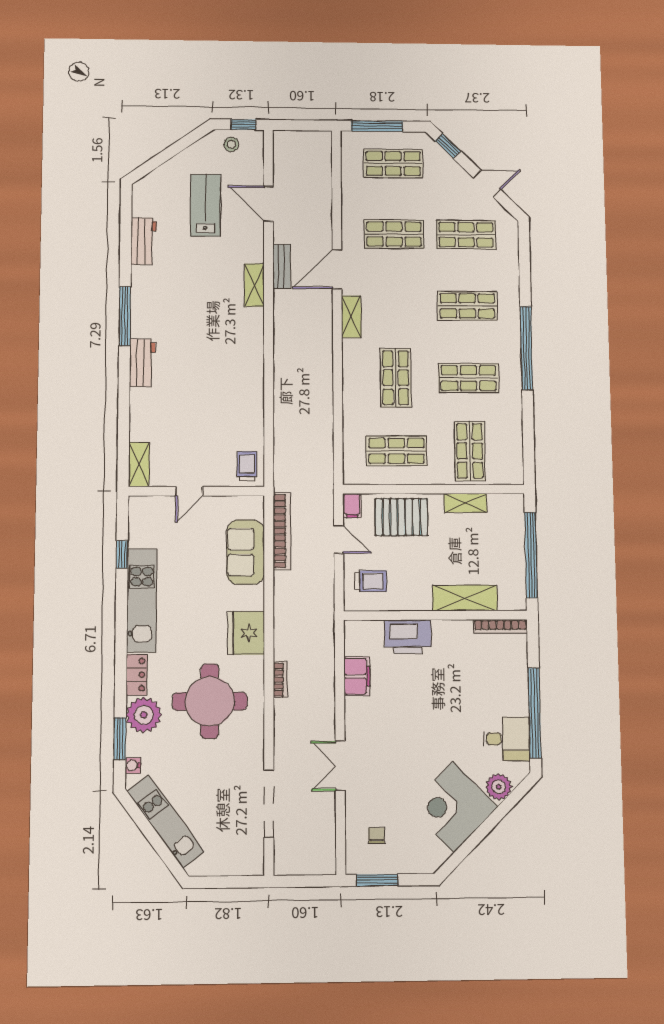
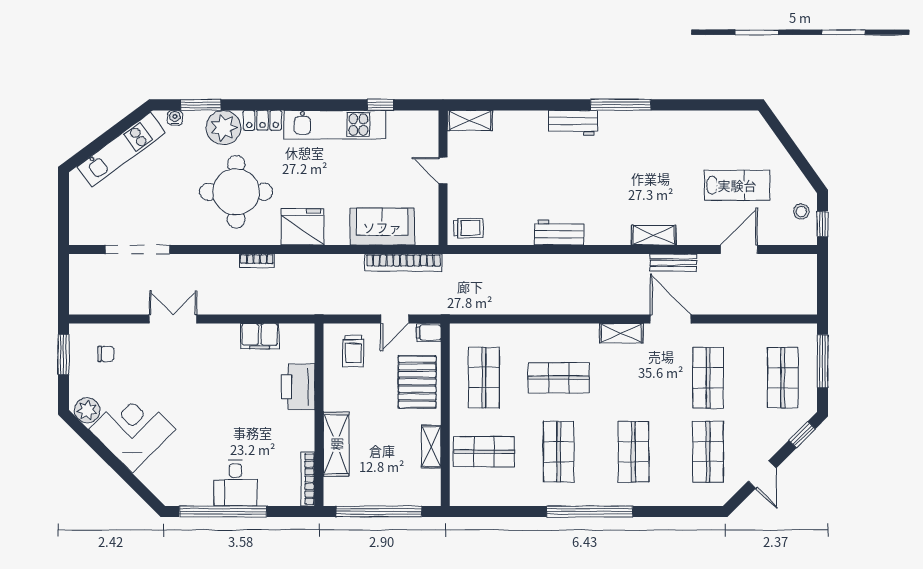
workbench: (144, 241) -> (559, 232), moved, turned 180
desk: (506, 739) -> (235, 483), moved
plant: (499, 787) -> (87, 410), moved

